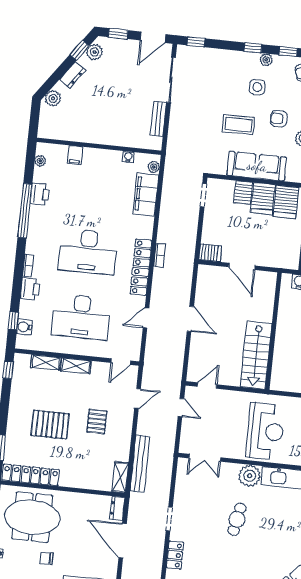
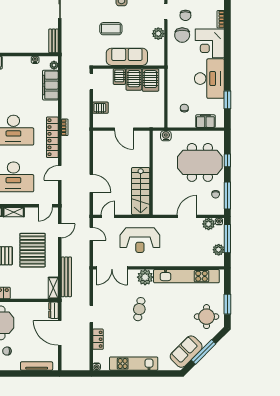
bench: (158, 119) -> (54, 41), moved
armchair: (279, 119) -> (139, 21), removed
server rack: (210, 253) -> (100, 108), moved
door: (190, 319) -> (91, 183), moved
pallet: (97, 421) -> (33, 250), width x2.05, depth x2.00
reception desk: (265, 431) -> (140, 240), moved, turned 90
double door: (205, 458) -> (112, 268), width x1.37

